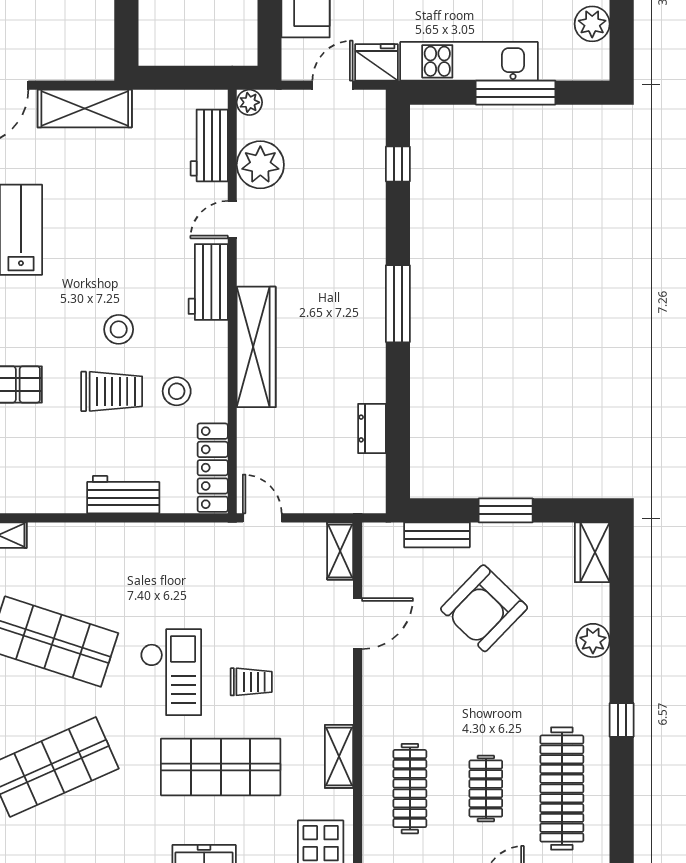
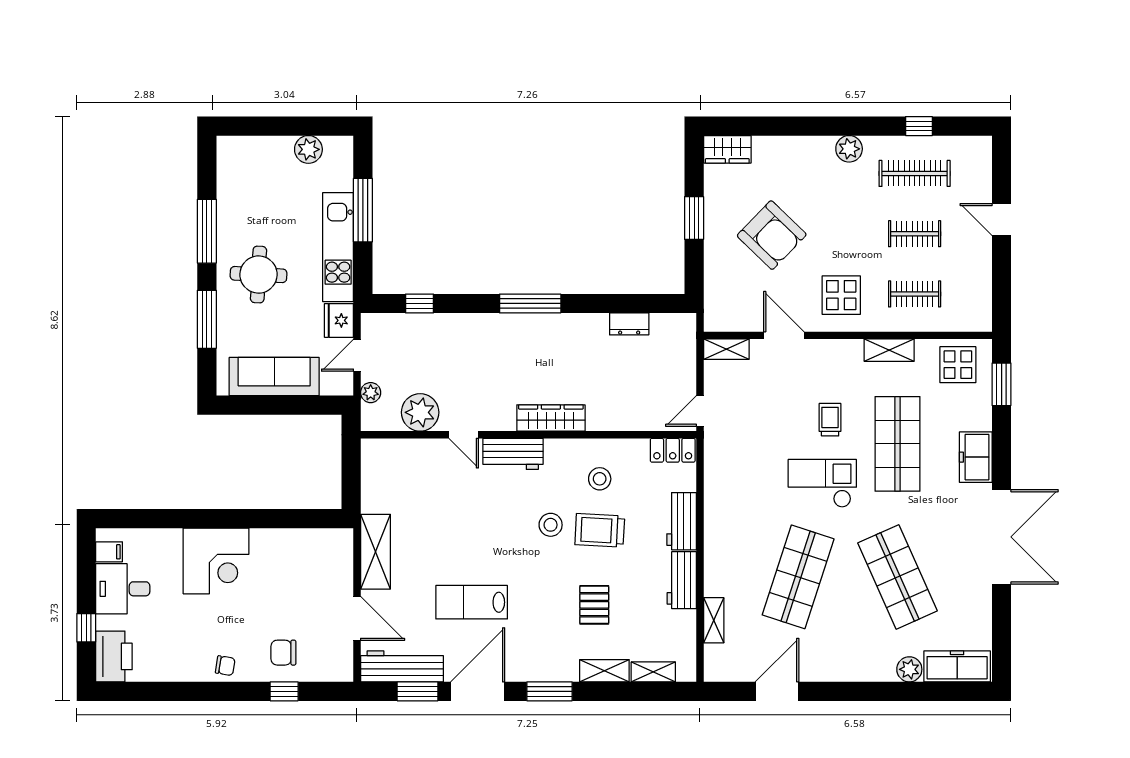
door: (332, 85) -> (357, 355), hinge flipped
plant: (249, 102) -> (371, 393), moved
workbench: (209, 145) -> (682, 580), moved, turned 90
wardrobe: (256, 347) -> (551, 418), width x0.71, depth x0.85
trolley: (112, 391) -> (600, 530), turned -87
locker: (213, 468) -> (673, 450), width x0.66
bench: (437, 535) -> (713, 272), removed
plant: (593, 640) -> (849, 149), moved
display table: (408, 696) -> (841, 295), added
window: (622, 720) -> (919, 126), moved
clothes rail: (410, 789) -> (915, 294), width x0.73
clothes rail: (562, 789) -> (915, 173), width x0.73, depth x0.76

